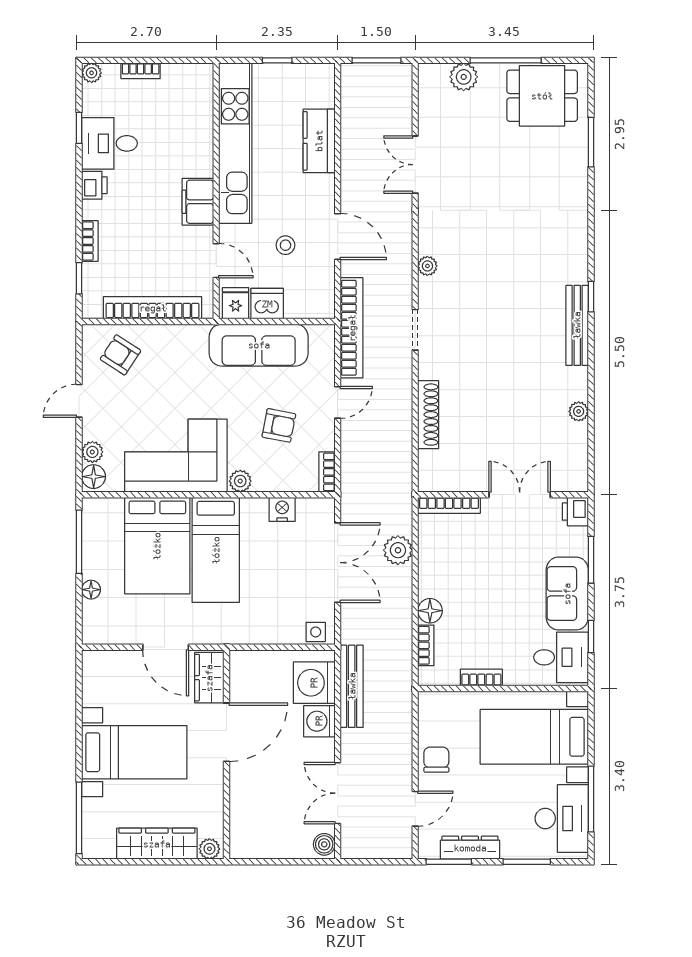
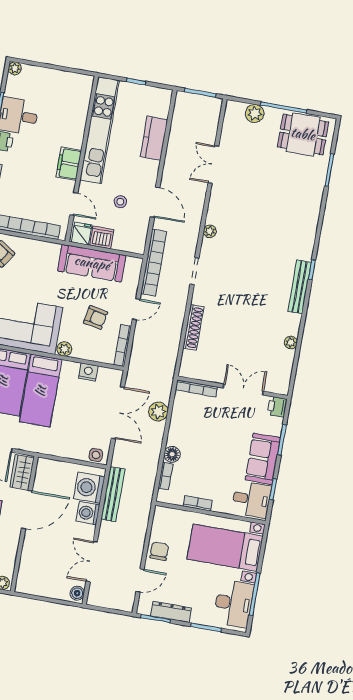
bookcase: (141, 71) -> (47, 73), removed
bookcase: (327, 472) -> (123, 346), width x1.56

